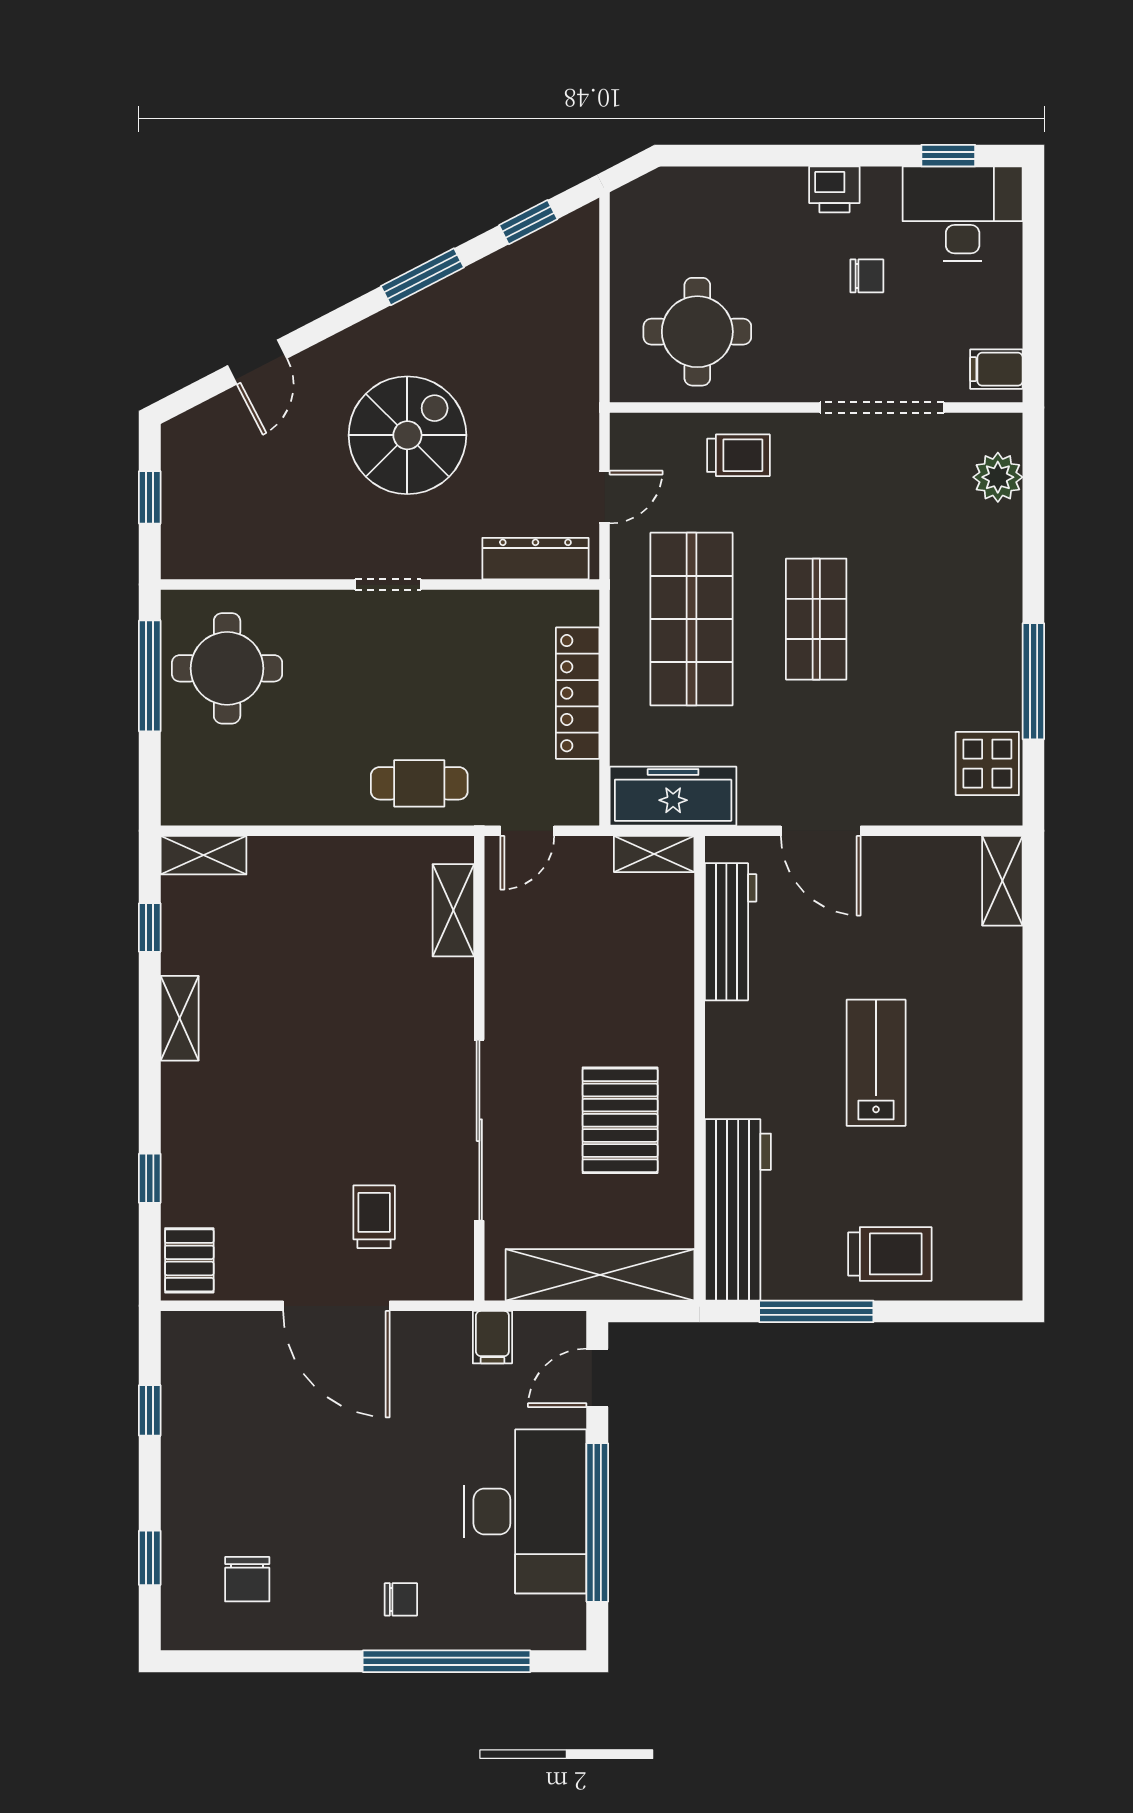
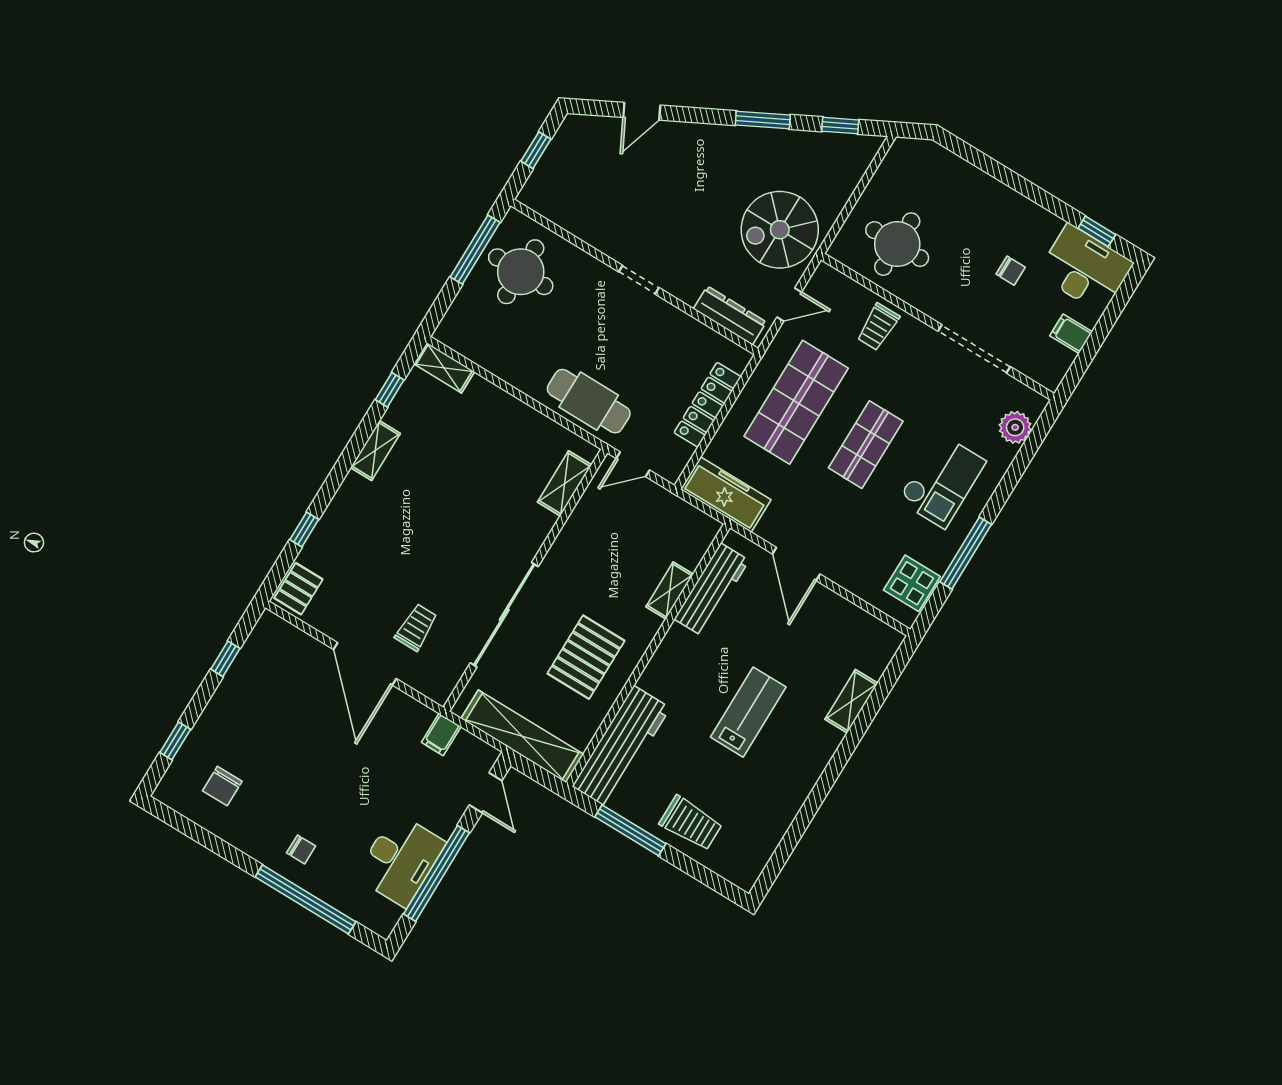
printer: (834, 189) -> (1022, 211), removed
filing cabinet: (996, 369) -> (1071, 334), moved
spiral stairs: (407, 435) -> (780, 230), moved, turned 180
trolley: (738, 455) -> (878, 327), turned 90
checkout: (945, 606) -> (942, 481), added
cafe table: (419, 783) -> (589, 401), width x1.37, depth x1.35
shelving: (654, 854) -> (670, 591), moved, turned 90
shelving: (1002, 881) -> (851, 701), moved
door: (597, 1378) -> (486, 793), swing flipped
desk: (525, 1511) -> (401, 860), width x0.73, depth x0.77

